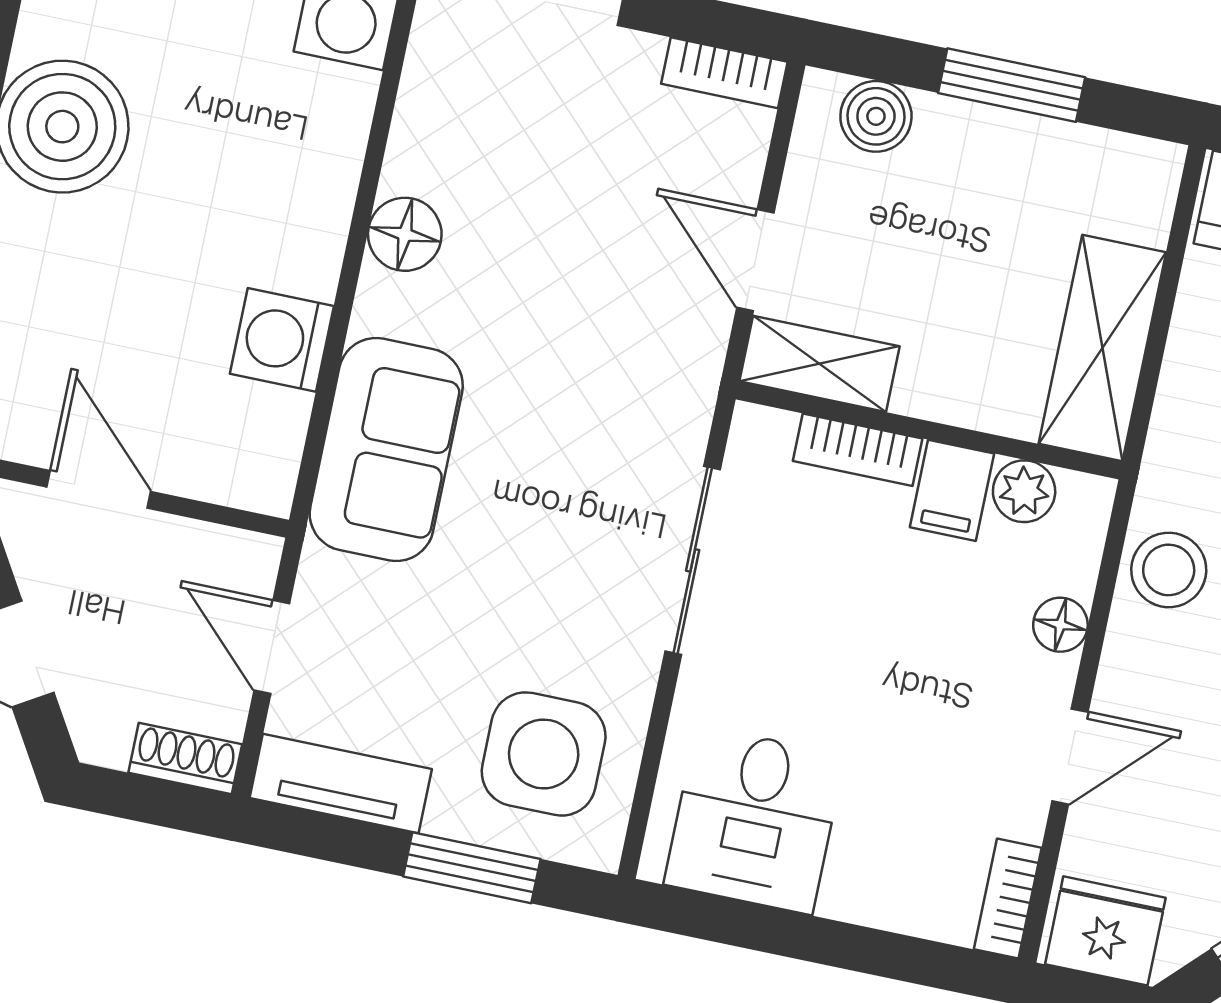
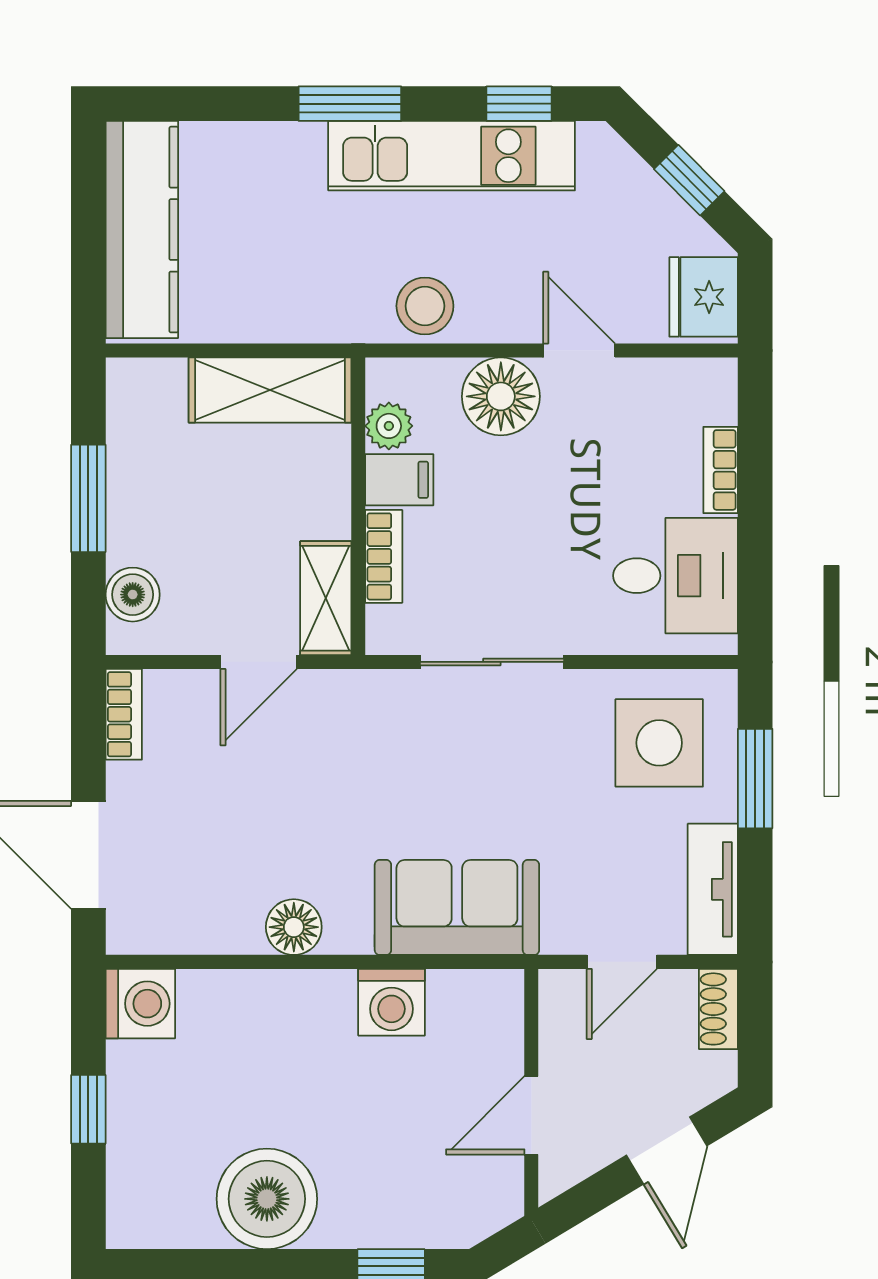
floor lamp: (1060, 625) -> (501, 396), width x1.89, depth x1.89
bookcase: (1008, 899) -> (721, 470), moved, turned 90

